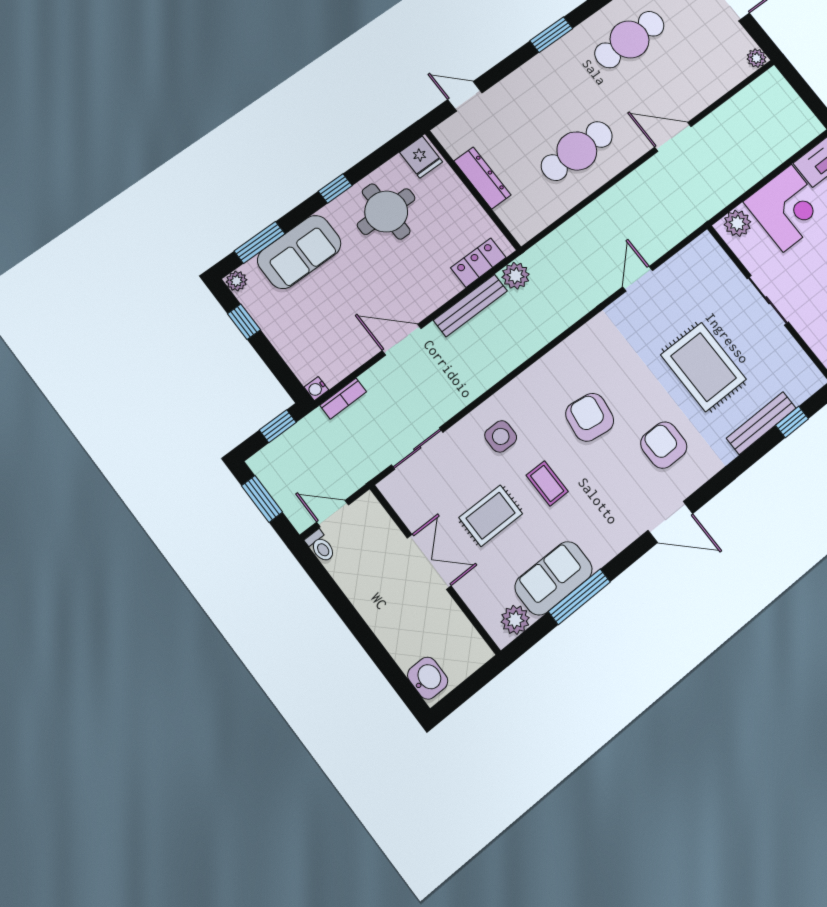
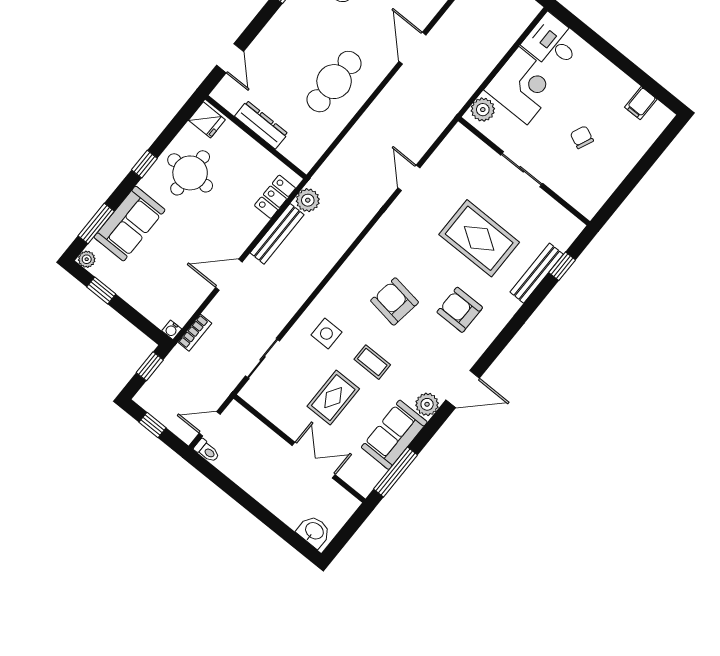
door: (465, 96) -> (230, 58), swing flipped
door: (673, 137) -> (412, 48), hinge flipped
window: (262, 499) -> (153, 425), width x0.67
door: (670, 522) -> (463, 389), moved
double door: (429, 562) -> (314, 460), moved
window: (579, 597) -> (396, 472), moved
plant: (515, 620) -> (427, 404), moved

